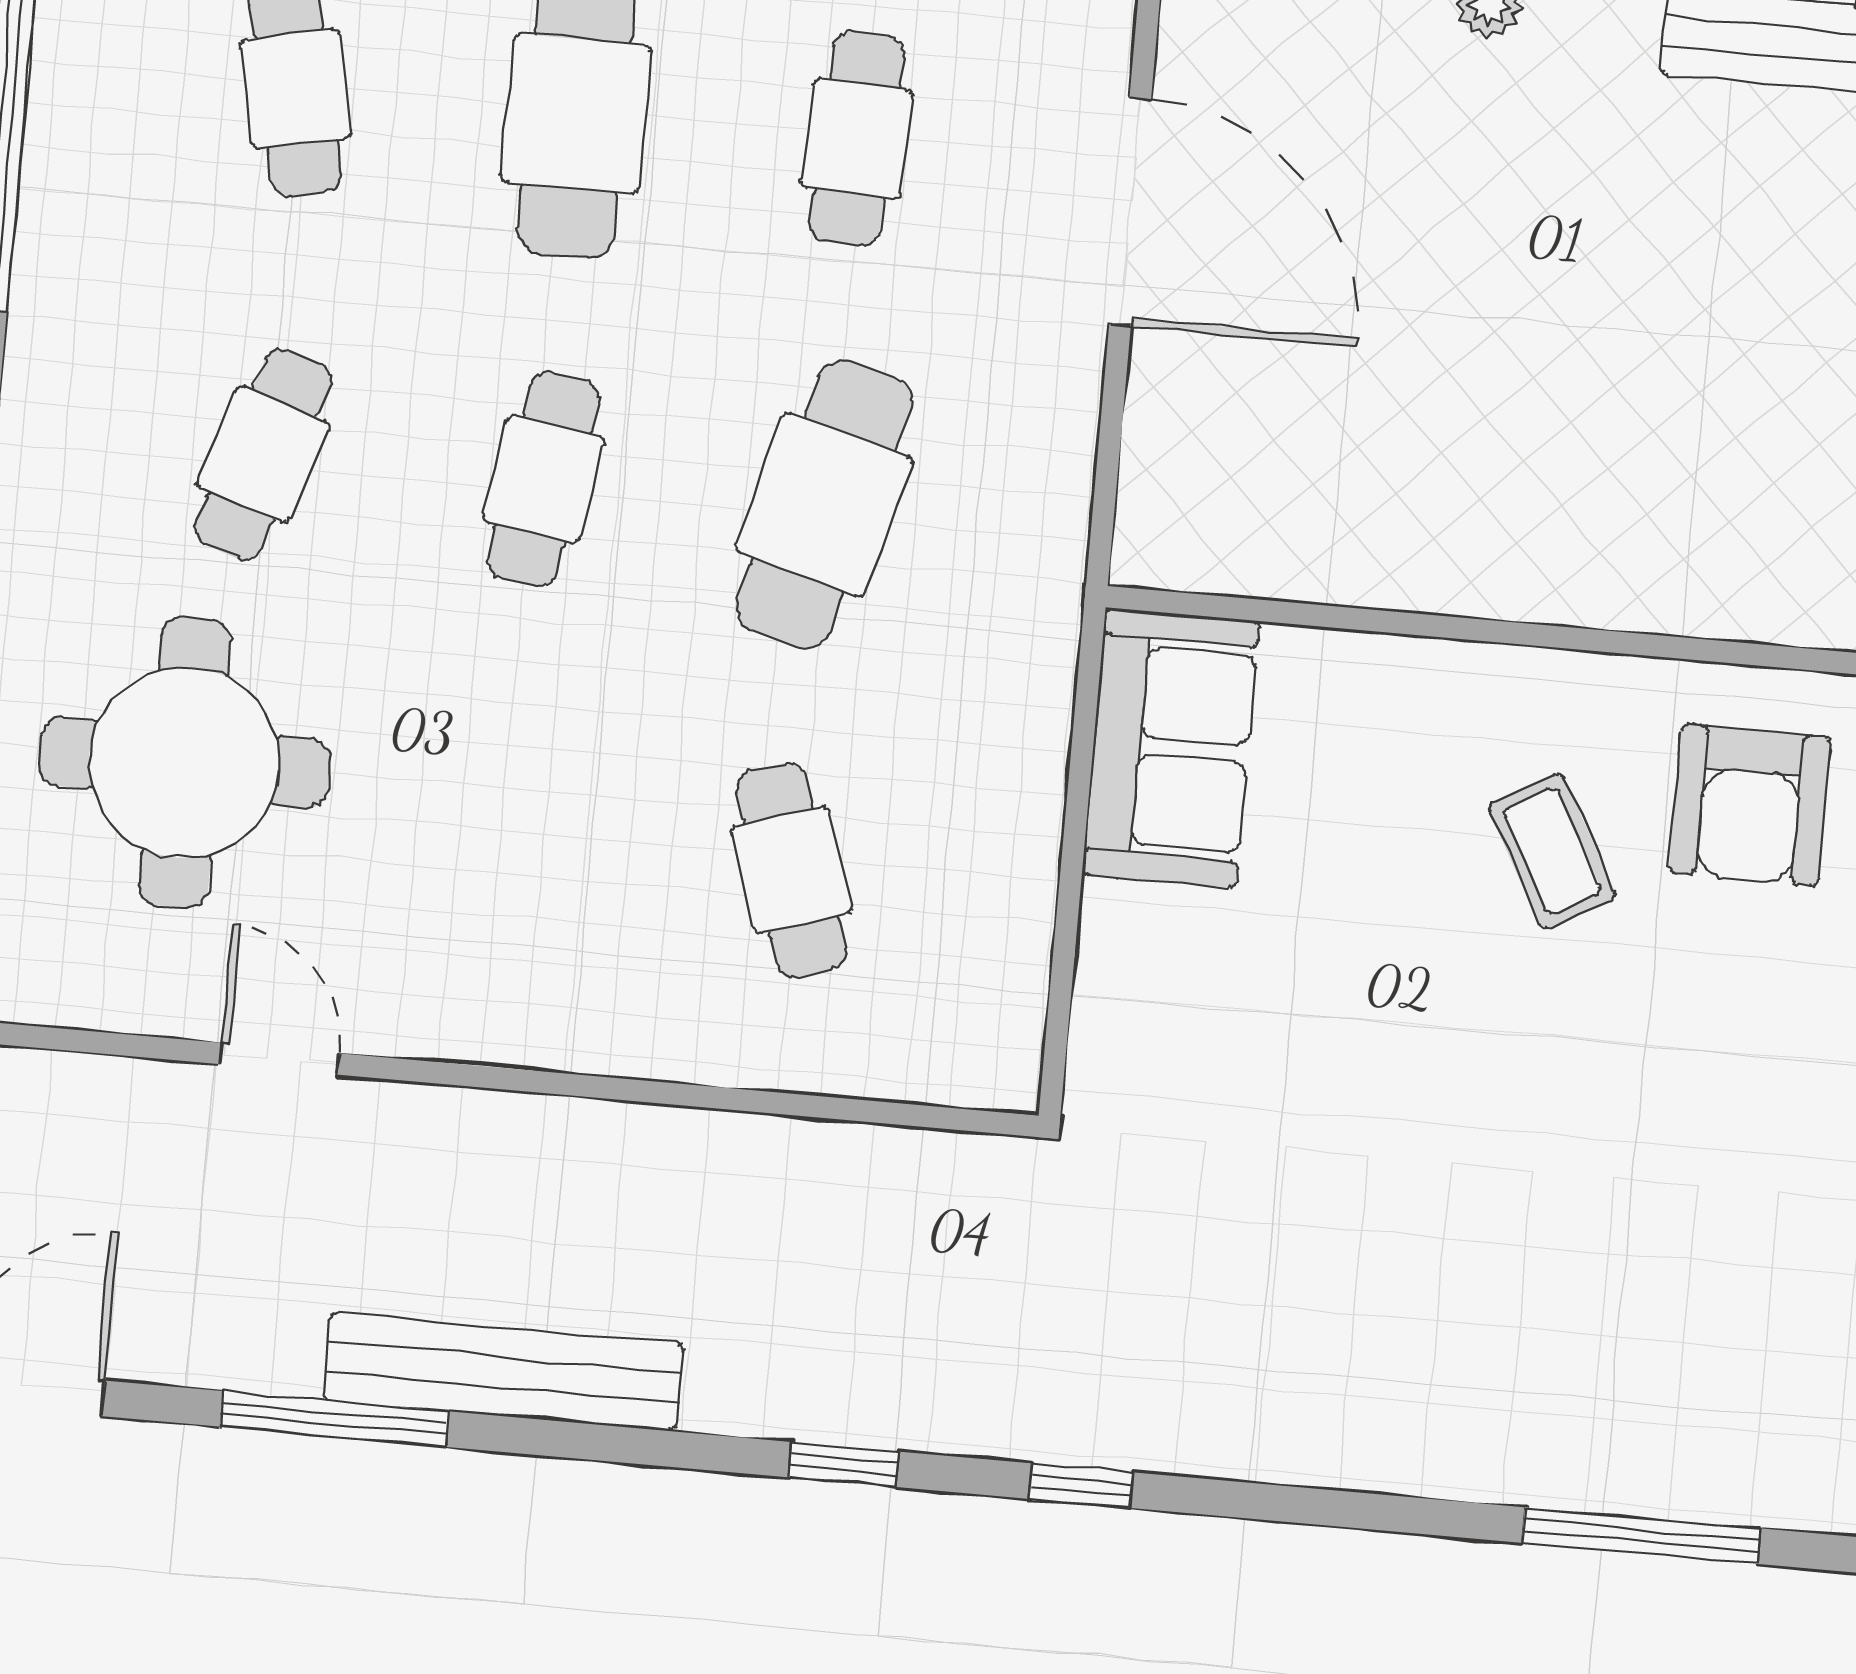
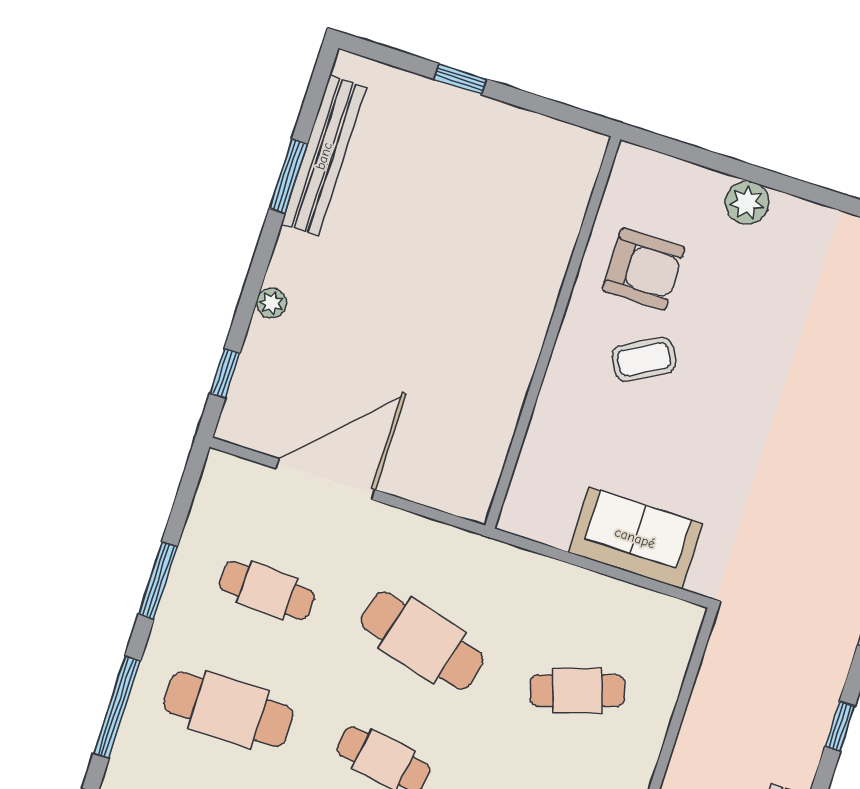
sofa: (1171, 748) -> (635, 538), moved

